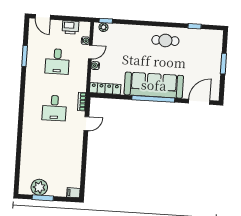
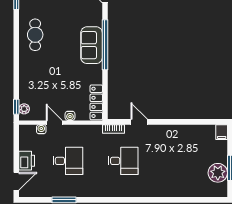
printer: (70, 27) -> (27, 161), moved
sofa: (154, 85) -> (92, 45), width x0.54, depth x0.79

